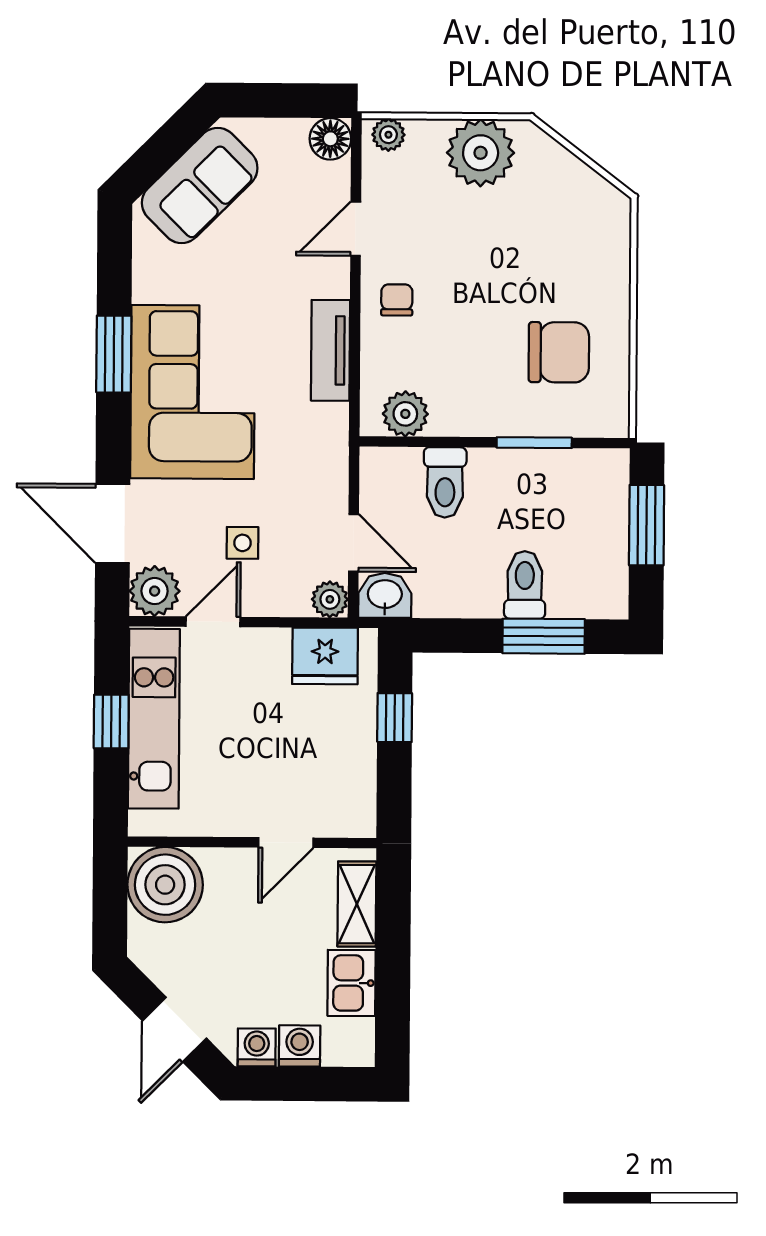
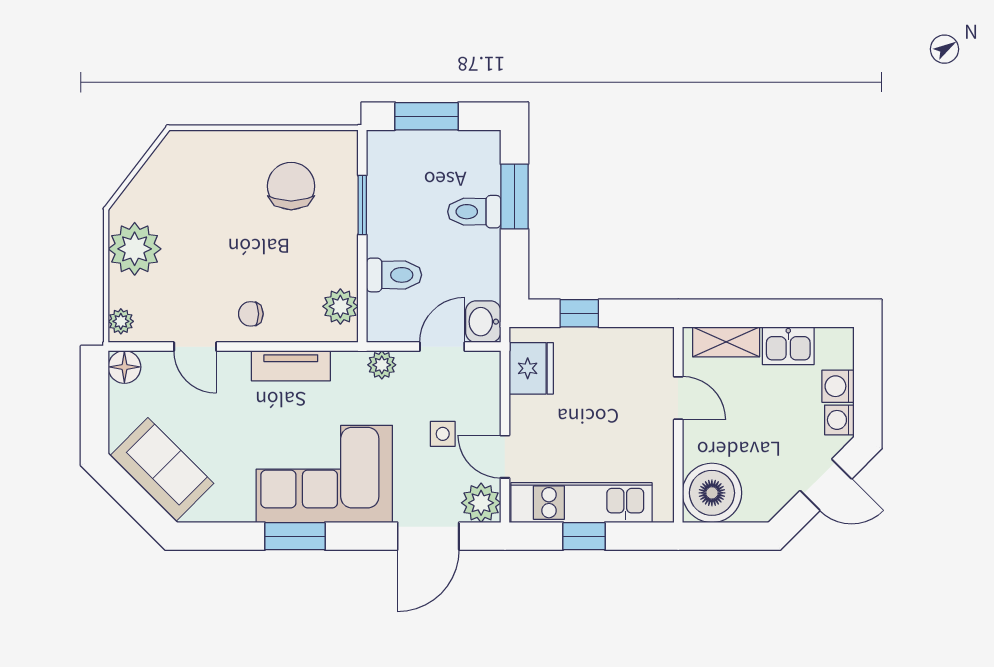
plant: (330, 599) -> (382, 365), moved

